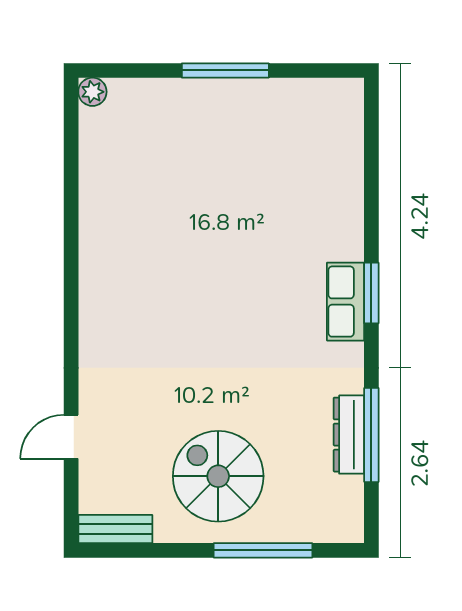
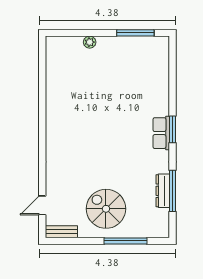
window: (225, 70) -> (135, 33), moved
plant: (92, 92) -> (90, 42), moved
door: (71, 437) -> (42, 205), moved

